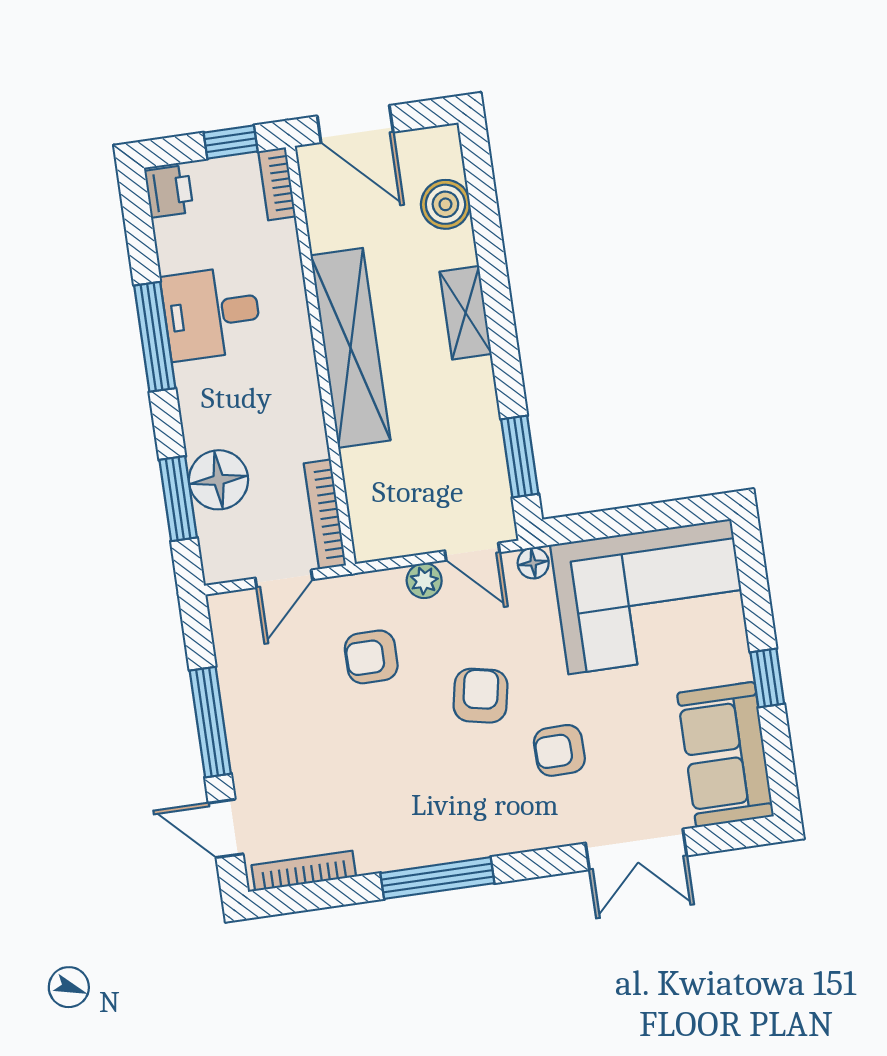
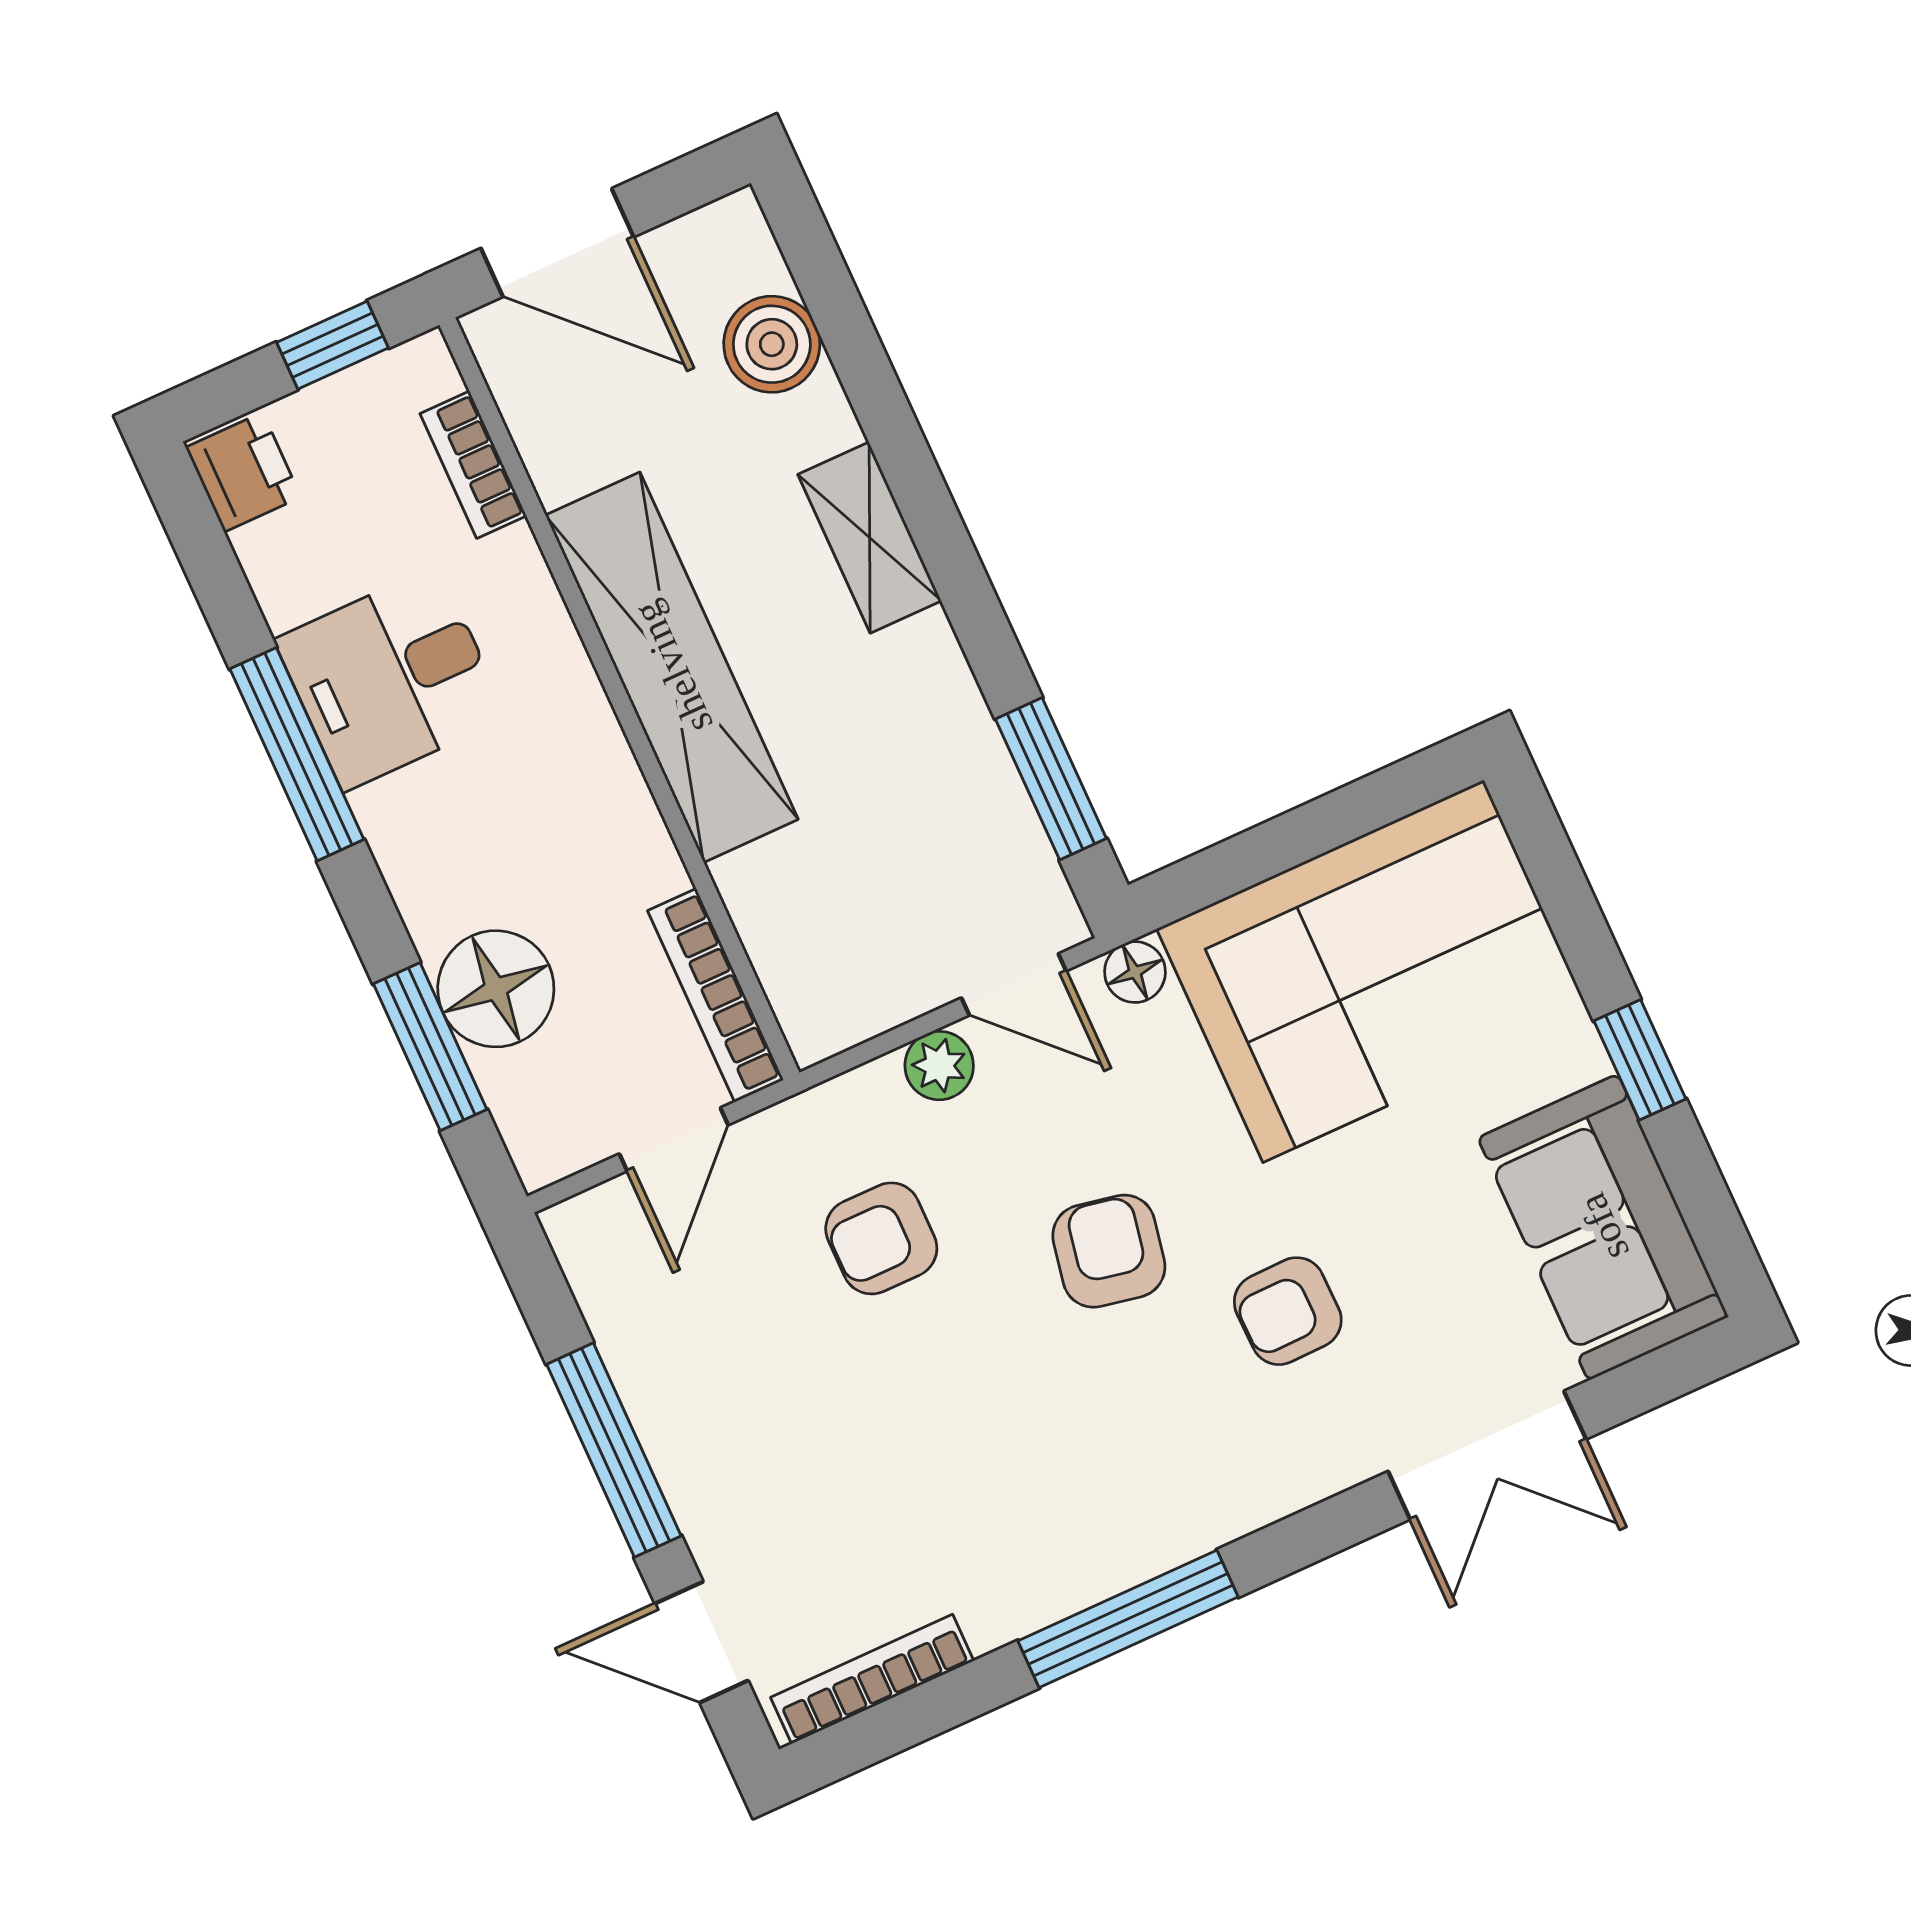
bookcase: (277, 184) -> (473, 465), moved

